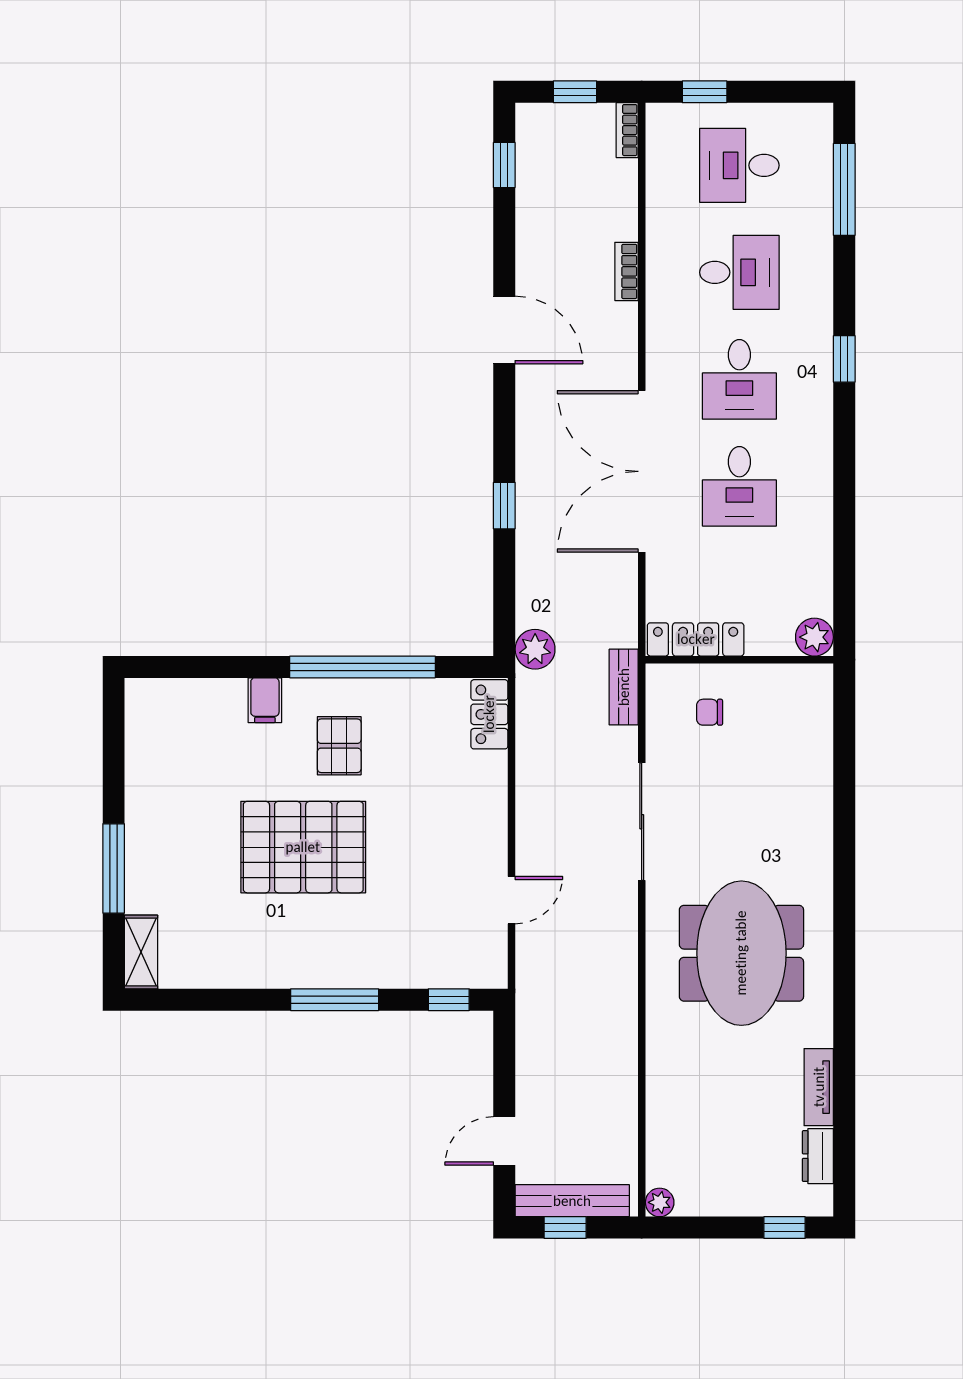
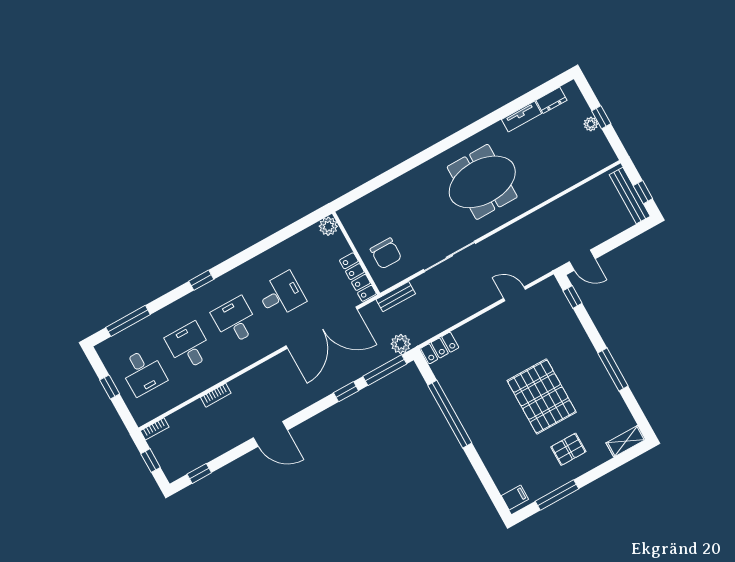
window: (705, 92) -> (110, 387), moved
door: (504, 330) -> (270, 434), swing flipped
desk: (739, 379) -> (235, 321), turned -90
double door: (642, 471) -> (322, 328), moved
window: (504, 595) -> (385, 370), added
filing cabinet: (265, 700) -> (515, 497), moved
chair: (710, 712) -> (386, 254), width x1.87, depth x1.87
pallet: (339, 746) -> (568, 449), moved
window: (114, 868) -> (557, 495), moved
window: (335, 1000) -> (613, 369), moved
door: (504, 1141) -> (582, 260), moved
plant: (660, 1202) -> (591, 124), moved
window: (785, 1228) -> (601, 117), moved

